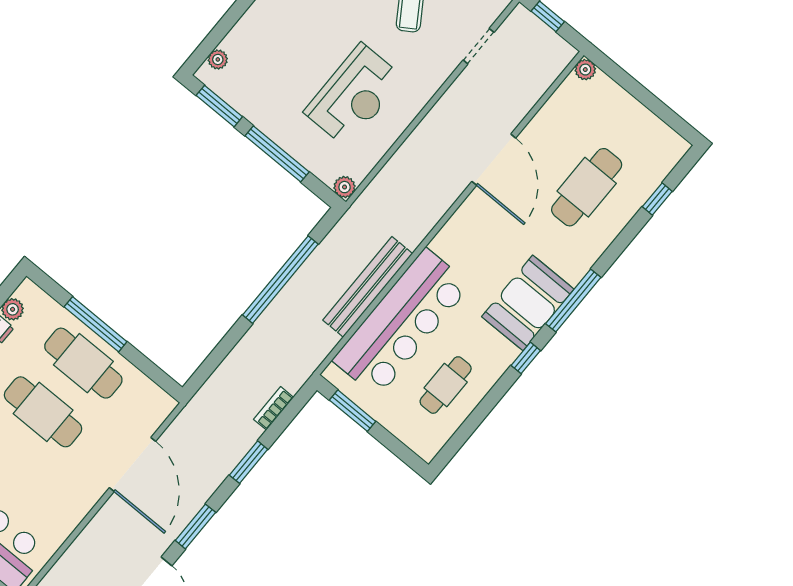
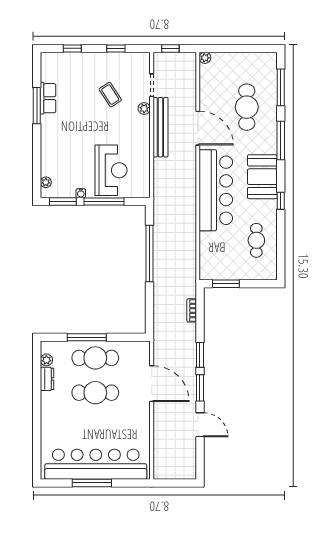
reception desk: (354, 95) -> (111, 170), moved
water cooler: (254, 115) -> (81, 193), added
plant: (345, 187) -> (144, 109), moved
window: (657, 199) -> (281, 87), width x2.17
bench: (368, 287) -> (160, 127), moved
window: (573, 301) -> (281, 140), moved
bar counter: (402, 323) -> (216, 190), moved
window: (249, 462) -> (200, 355), moved

